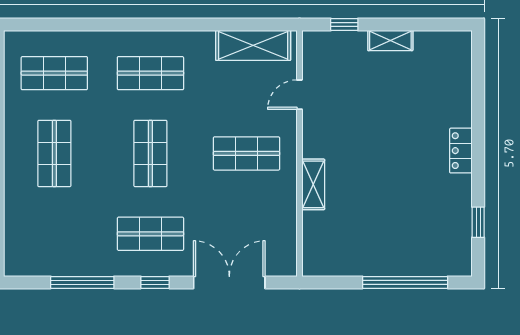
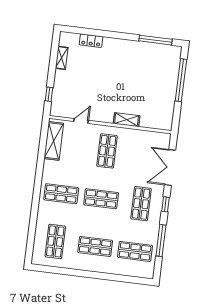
shelving: (390, 41) -> (62, 58), moved
shop shelf: (150, 73) -> (61, 194), turned 90
door: (299, 95) -> (81, 121), swing flipped
locker: (461, 151) -> (91, 41), moved
window: (478, 222) -> (156, 40), width x2.17
shop shelf: (54, 234) -> (135, 251), added

